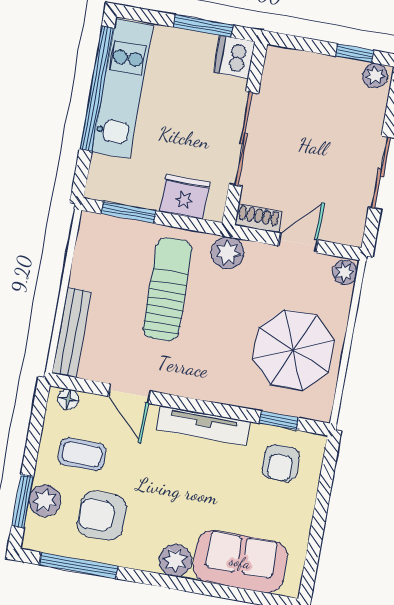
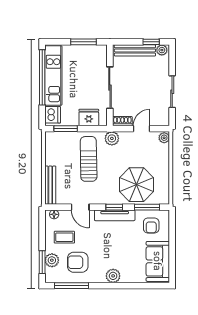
dishwasher: (234, 57) -> (53, 115), moved, turned 180
bench: (315, 66) -> (135, 50), added
parasol: (294, 350) -> (137, 185), moved
window: (206, 407) -> (114, 207), added
window: (279, 420) -> (147, 207), width x1.50
sofa: (240, 562) -> (158, 261), moved, turned -90

